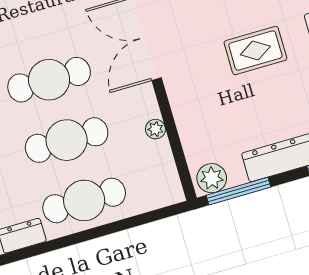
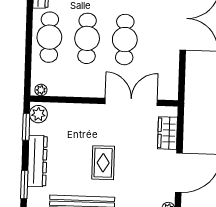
plant: (155, 129) -> (41, 90), moved
window: (238, 191) -> (26, 127), width x0.69

